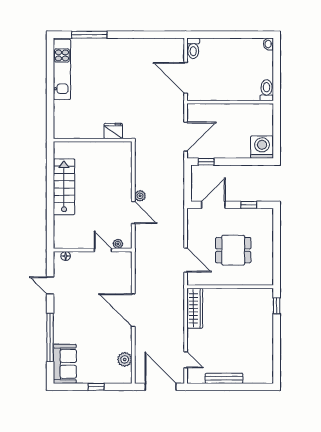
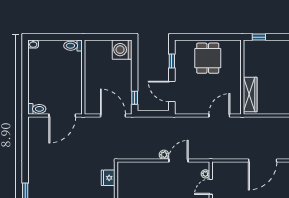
dining table: (233, 250) -> (208, 58), moved
wardrobe: (195, 308) -> (250, 94), moved, turned 90

